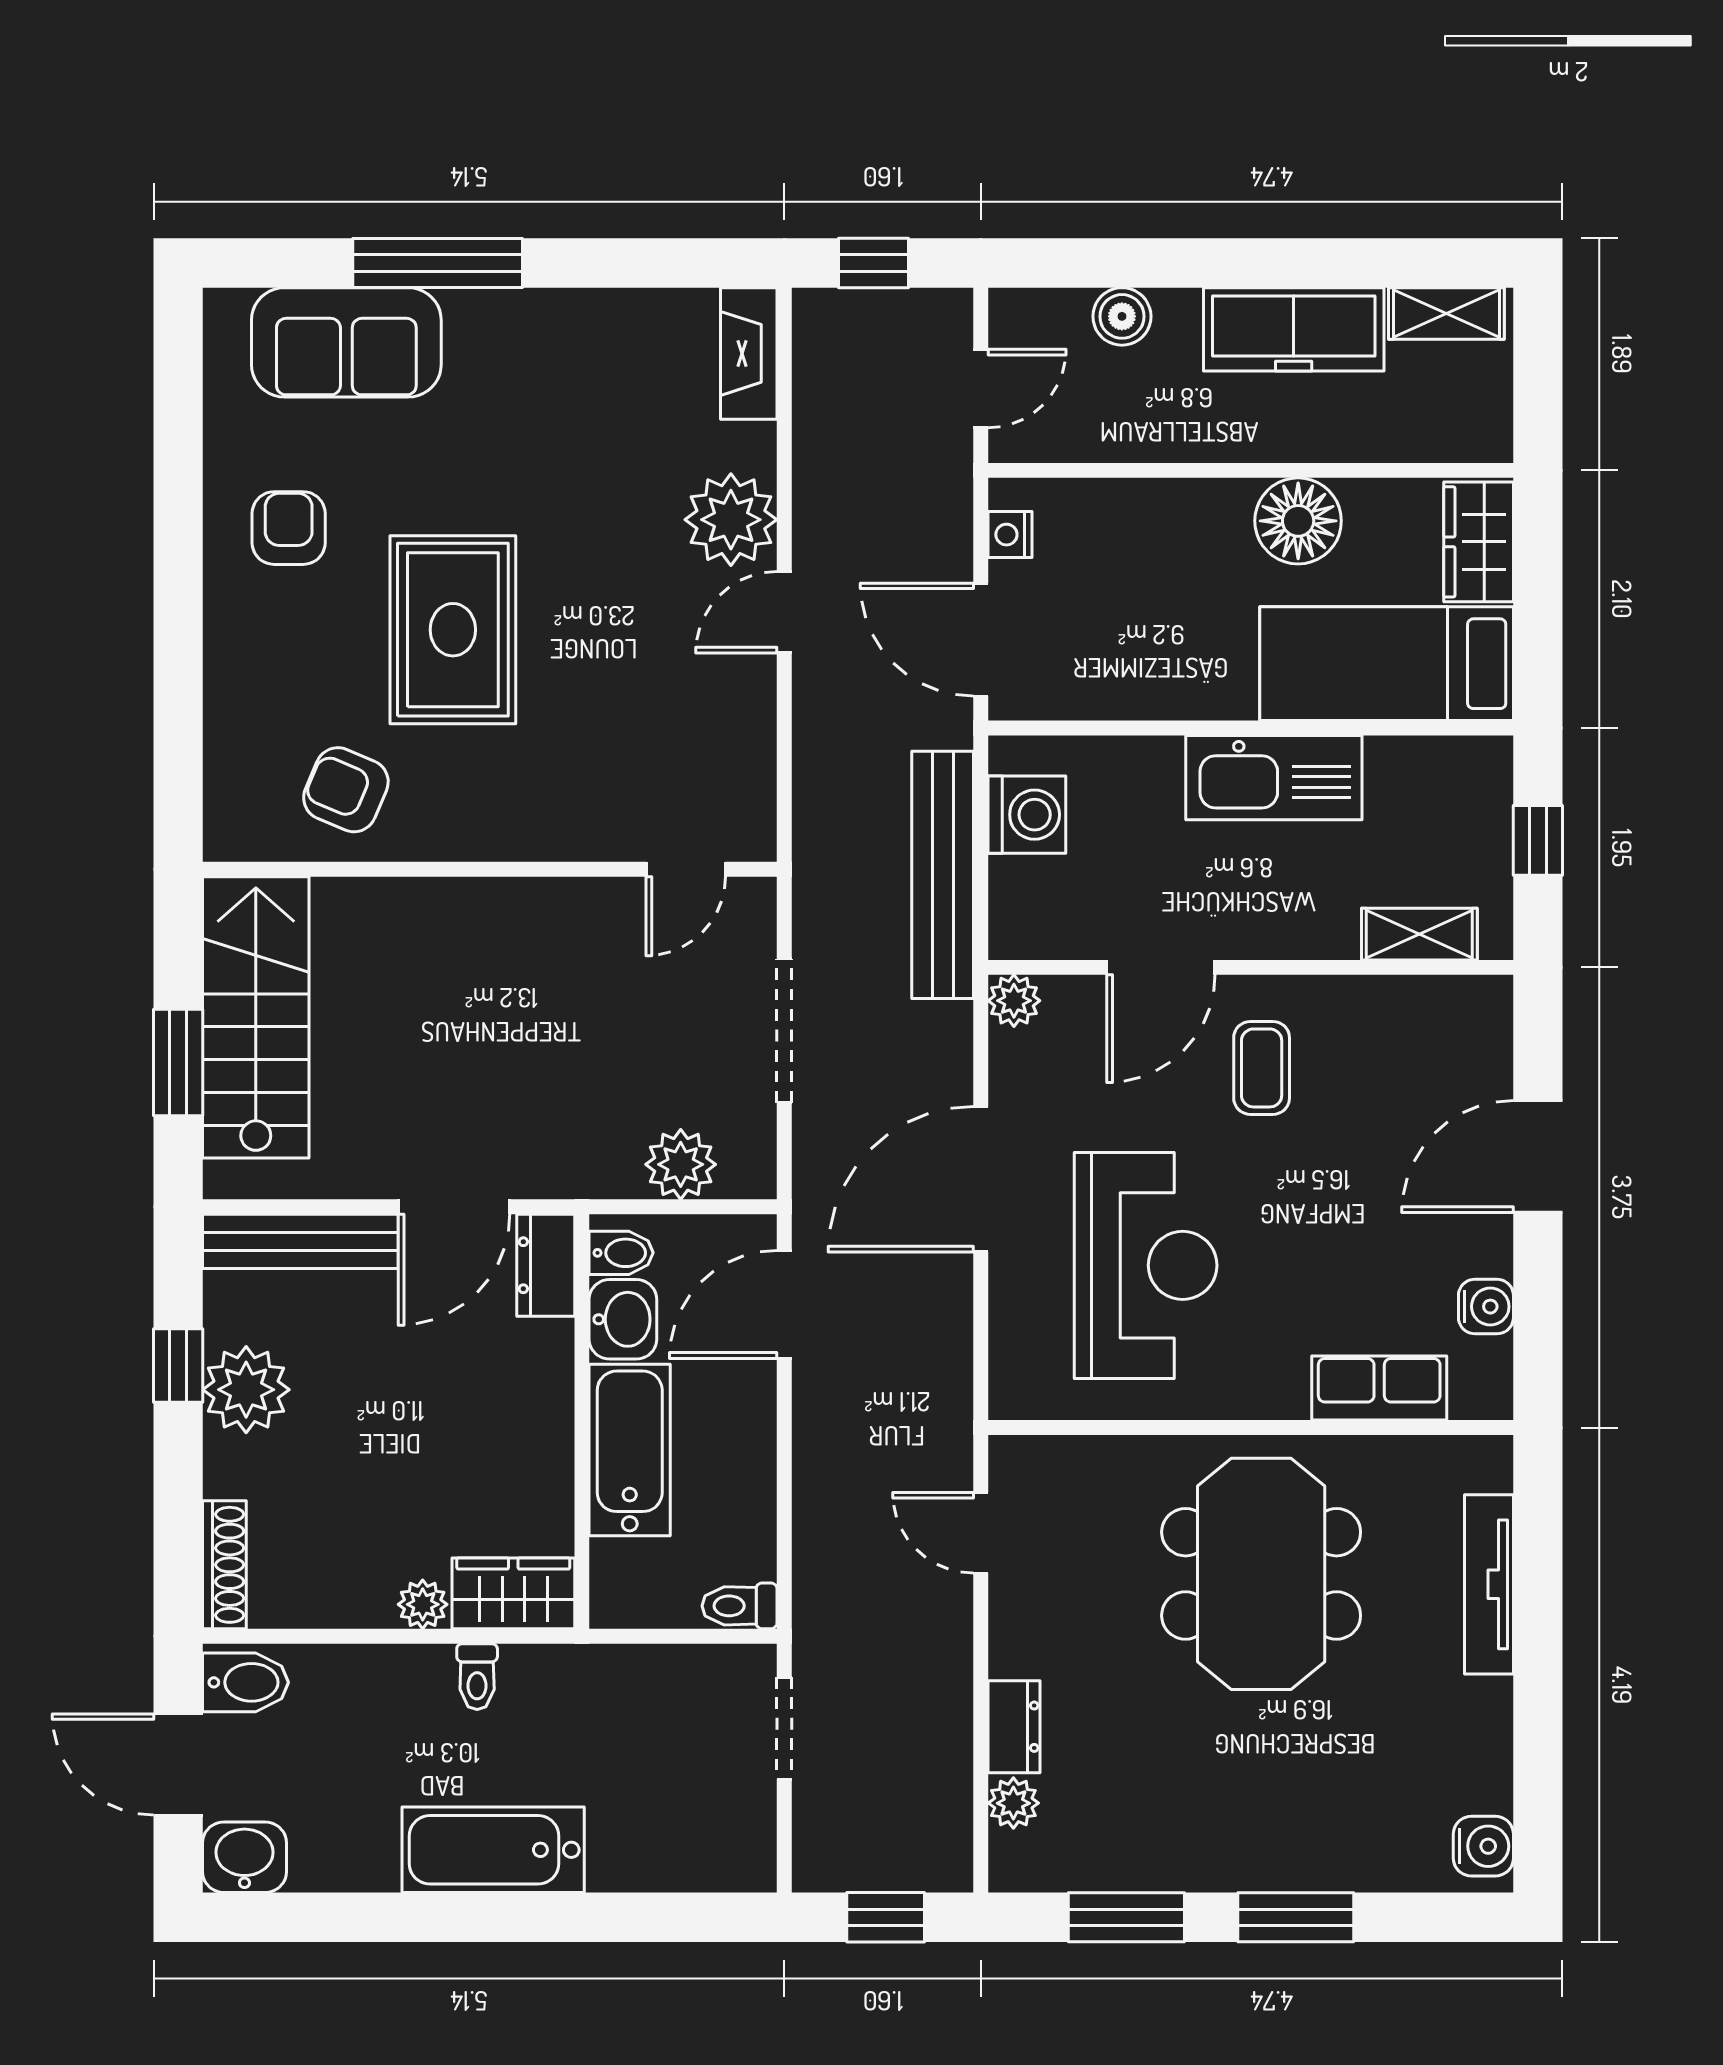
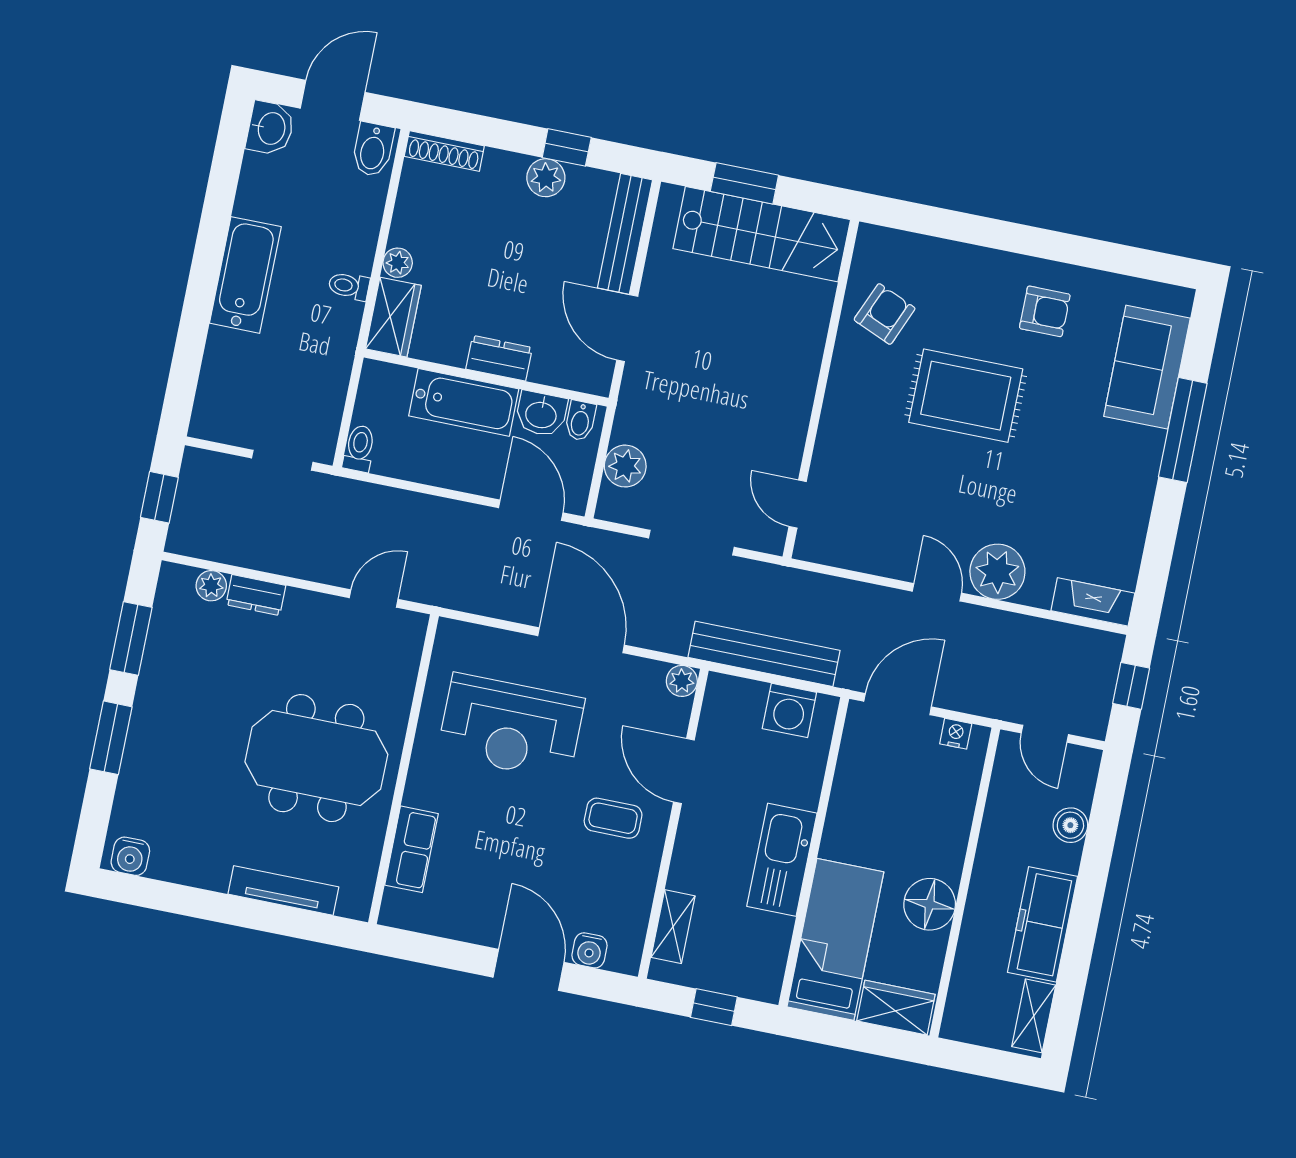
dresser: (546, 1265) -> (499, 358), moved
water cooler: (1486, 1307) -> (590, 950), moved
plant: (246, 1390) -> (546, 178), width x0.73, depth x0.73

